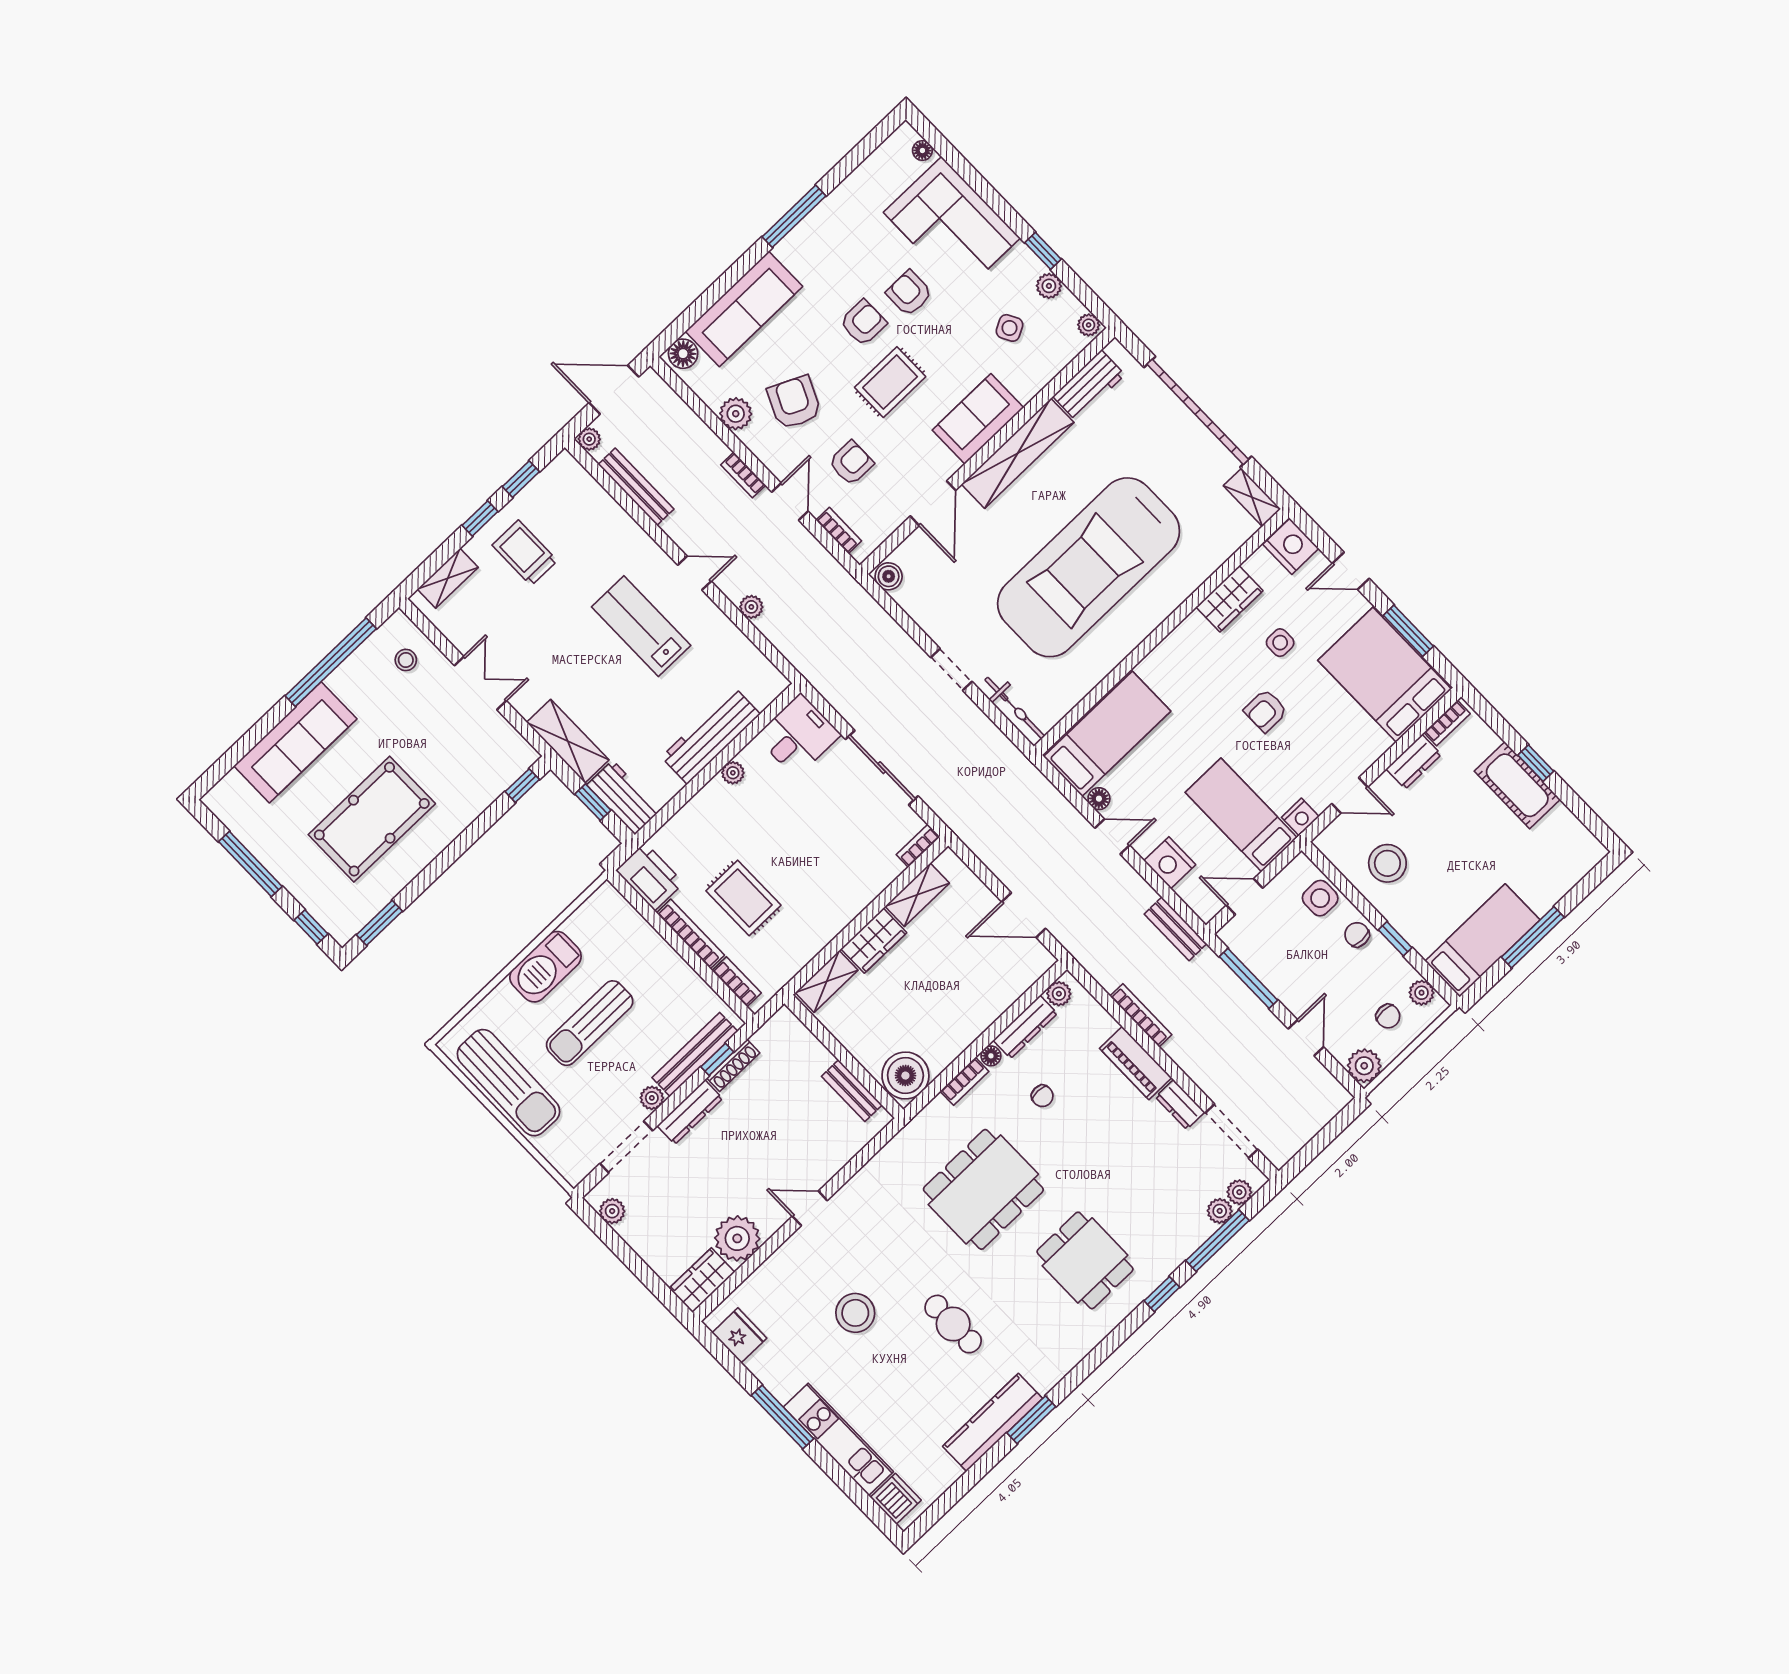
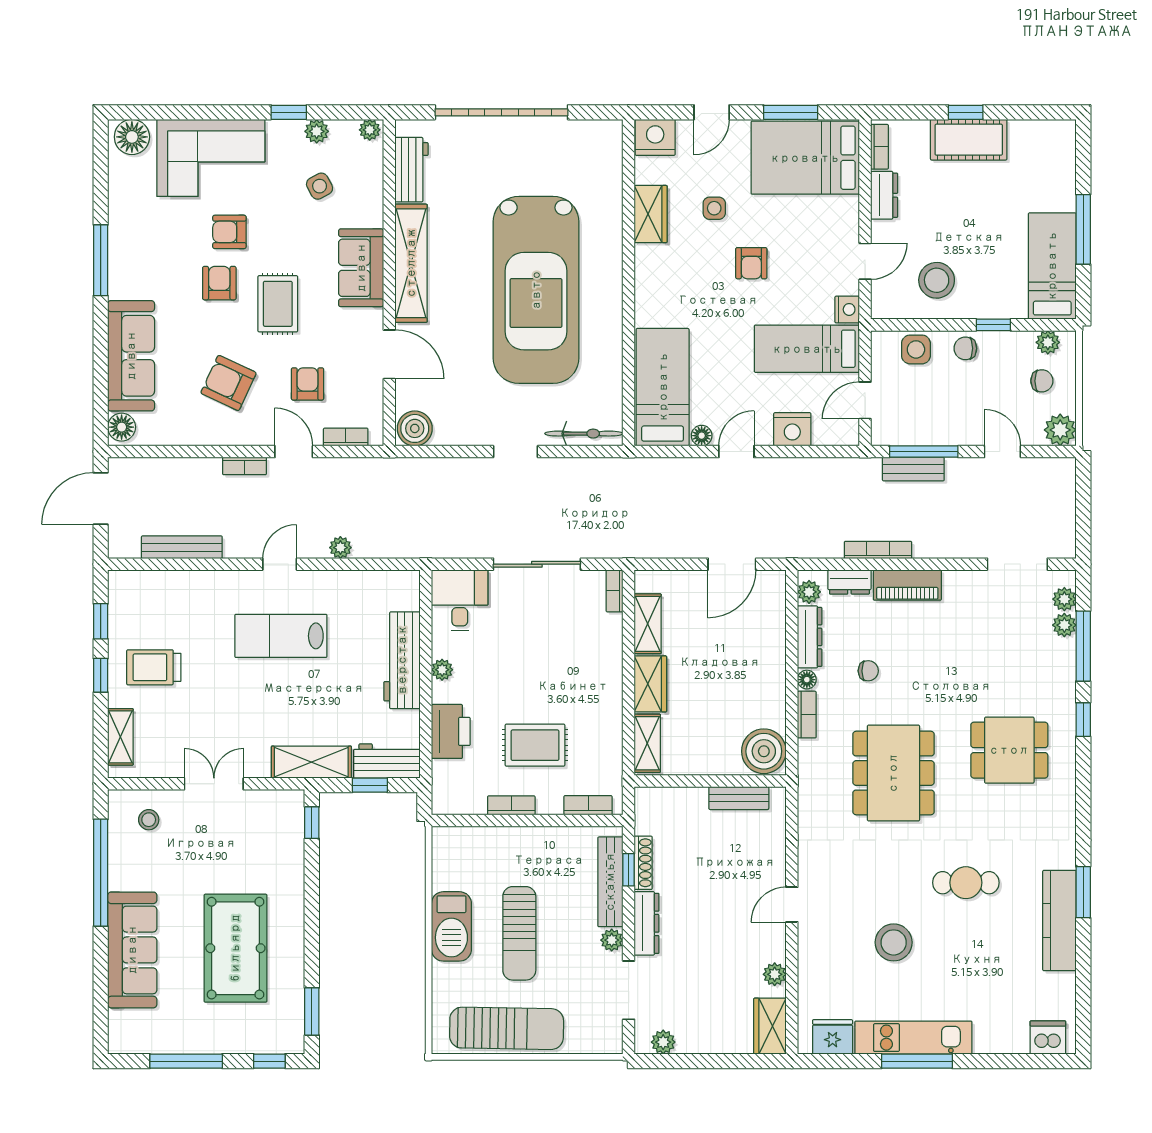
floor lamp: (922, 151) -> (132, 137), width x1.89, depth x1.89
plant: (736, 414) -> (198, 431), removed
plant: (589, 439) -> (118, 548), removed
shelving: (1252, 497) -> (596, 131), removed
boiler: (889, 576) -> (415, 428), width x1.36, depth x1.36
printer: (650, 877) -> (451, 731), moved, turned 90
bench: (1175, 929) -> (913, 469), moved
bookcase: (690, 934) -> (511, 805), width x0.64
dresser: (1180, 1105) -> (849, 582), moved
plant: (737, 1238) -> (775, 974), width x0.53, depth x0.53
kitchen unit: (838, 1439) -> (913, 1038), moved

